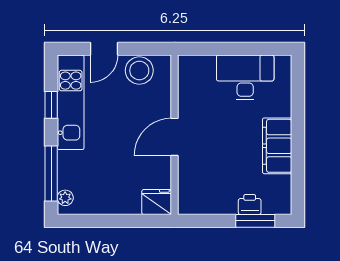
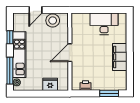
kitchen unit: (71, 102) -> (19, 55), moved
fridge: (157, 202) -> (50, 84), moved
printer: (250, 205) -> (85, 86), moved

